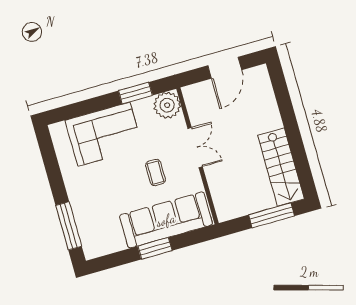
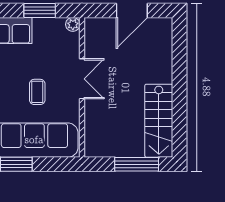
plant: (167, 105) -> (73, 24), width x0.53, depth x0.53

